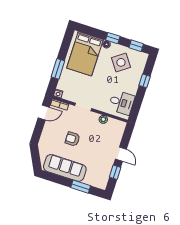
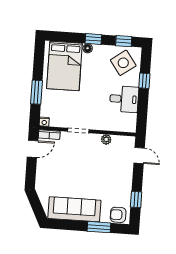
side table: (121, 62) -> (123, 63), moved
desk: (122, 102) -> (124, 99), moved
armchair: (72, 139) -> (118, 215), moved
door: (121, 154) -> (139, 155), moved

